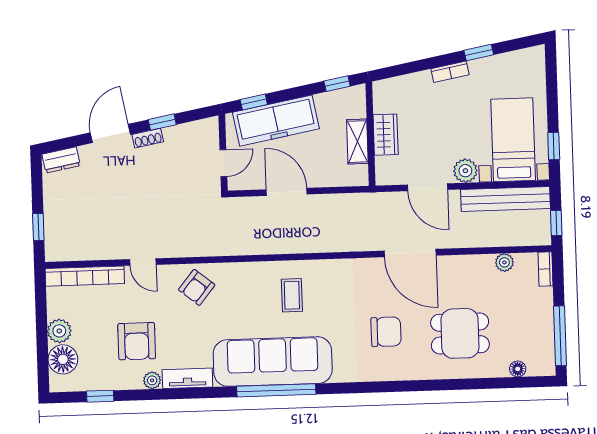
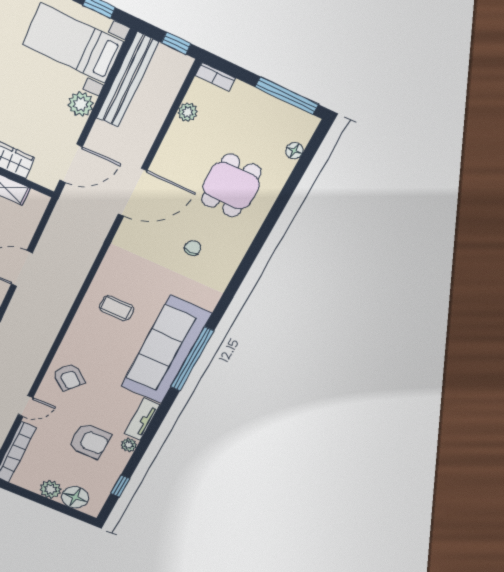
door: (428, 187) -> (71, 163), moved
chair: (386, 332) -> (193, 248), width x0.54, depth x0.54

